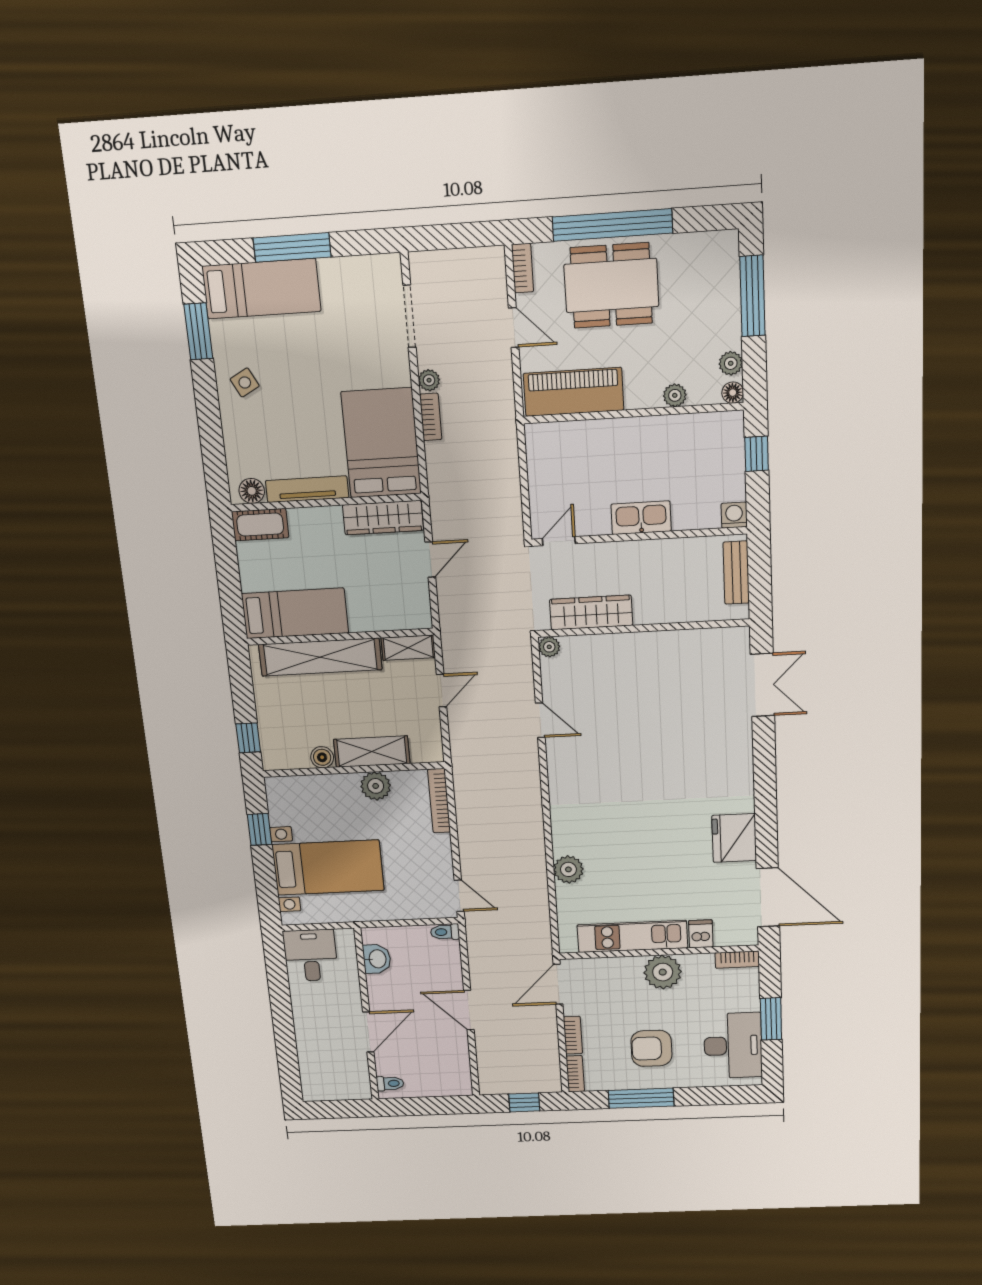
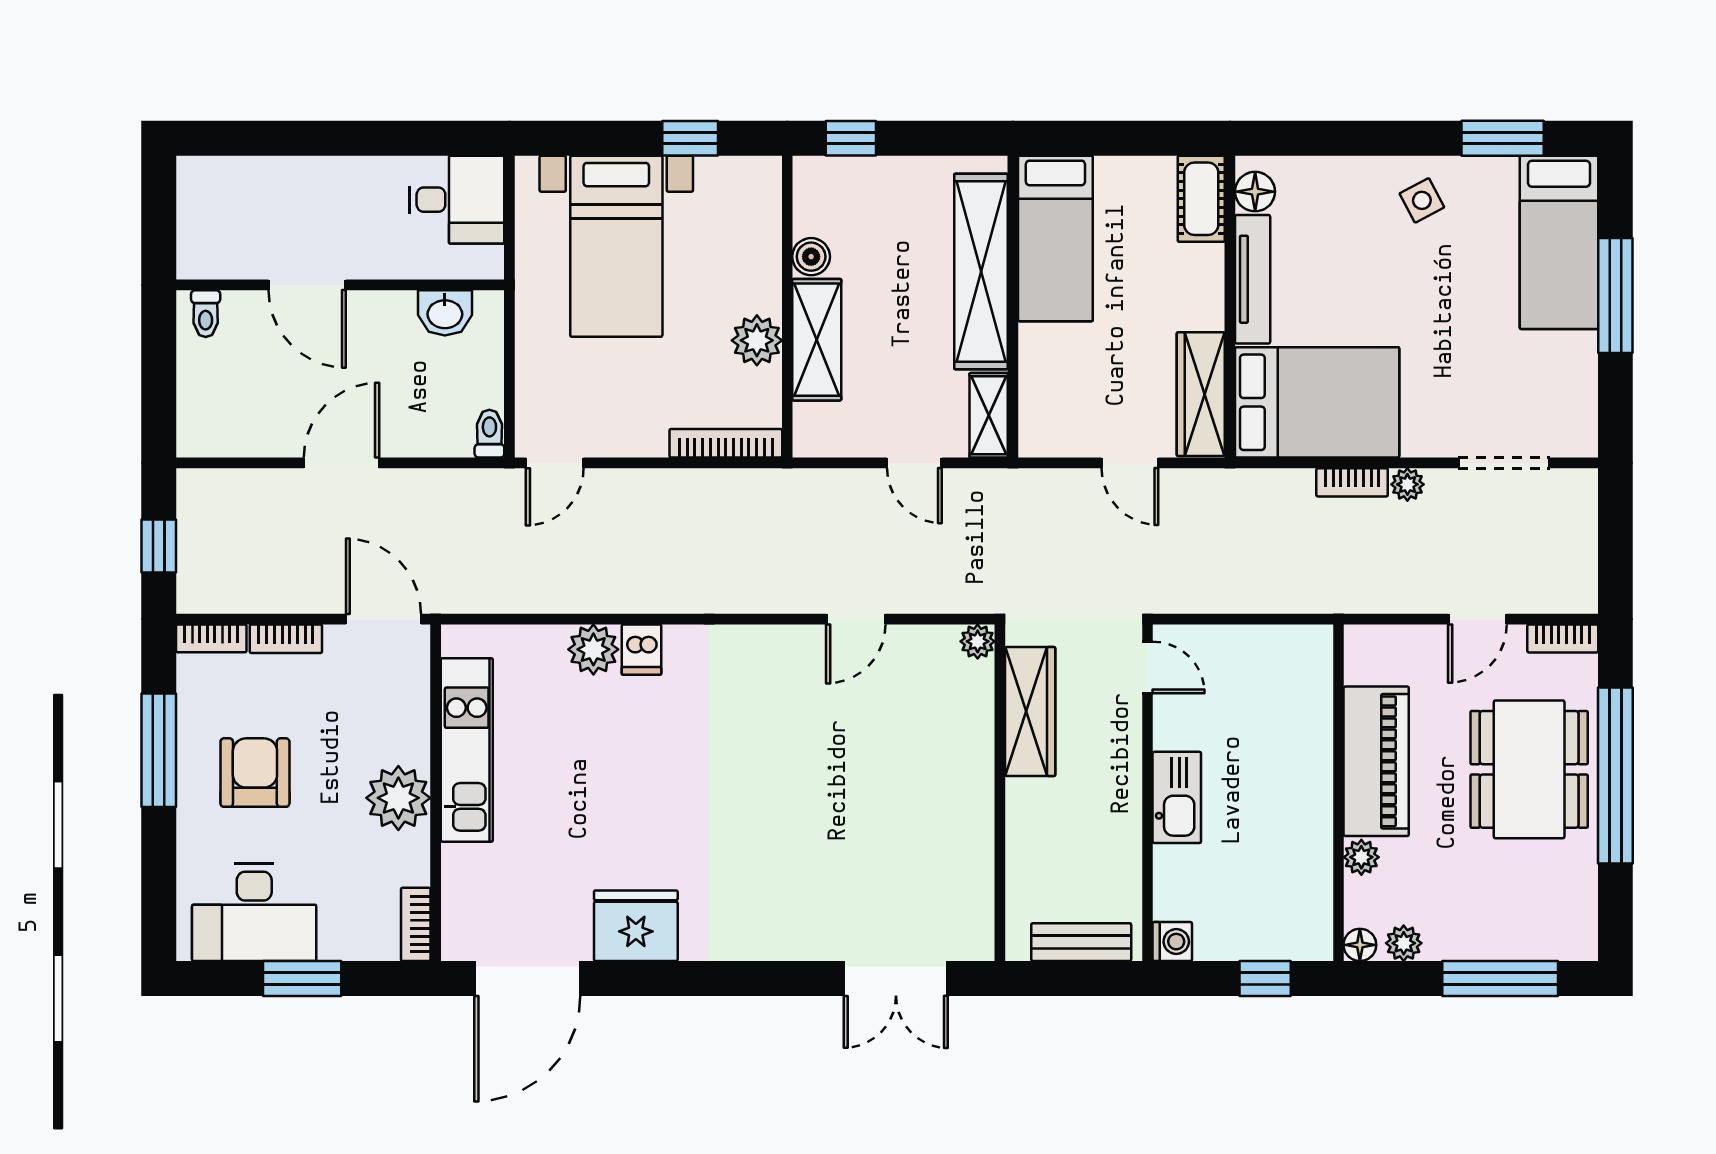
piano: (574, 392) -> (1376, 761), moved
dishwasher: (701, 934) -> (642, 650), moved, turned 90

